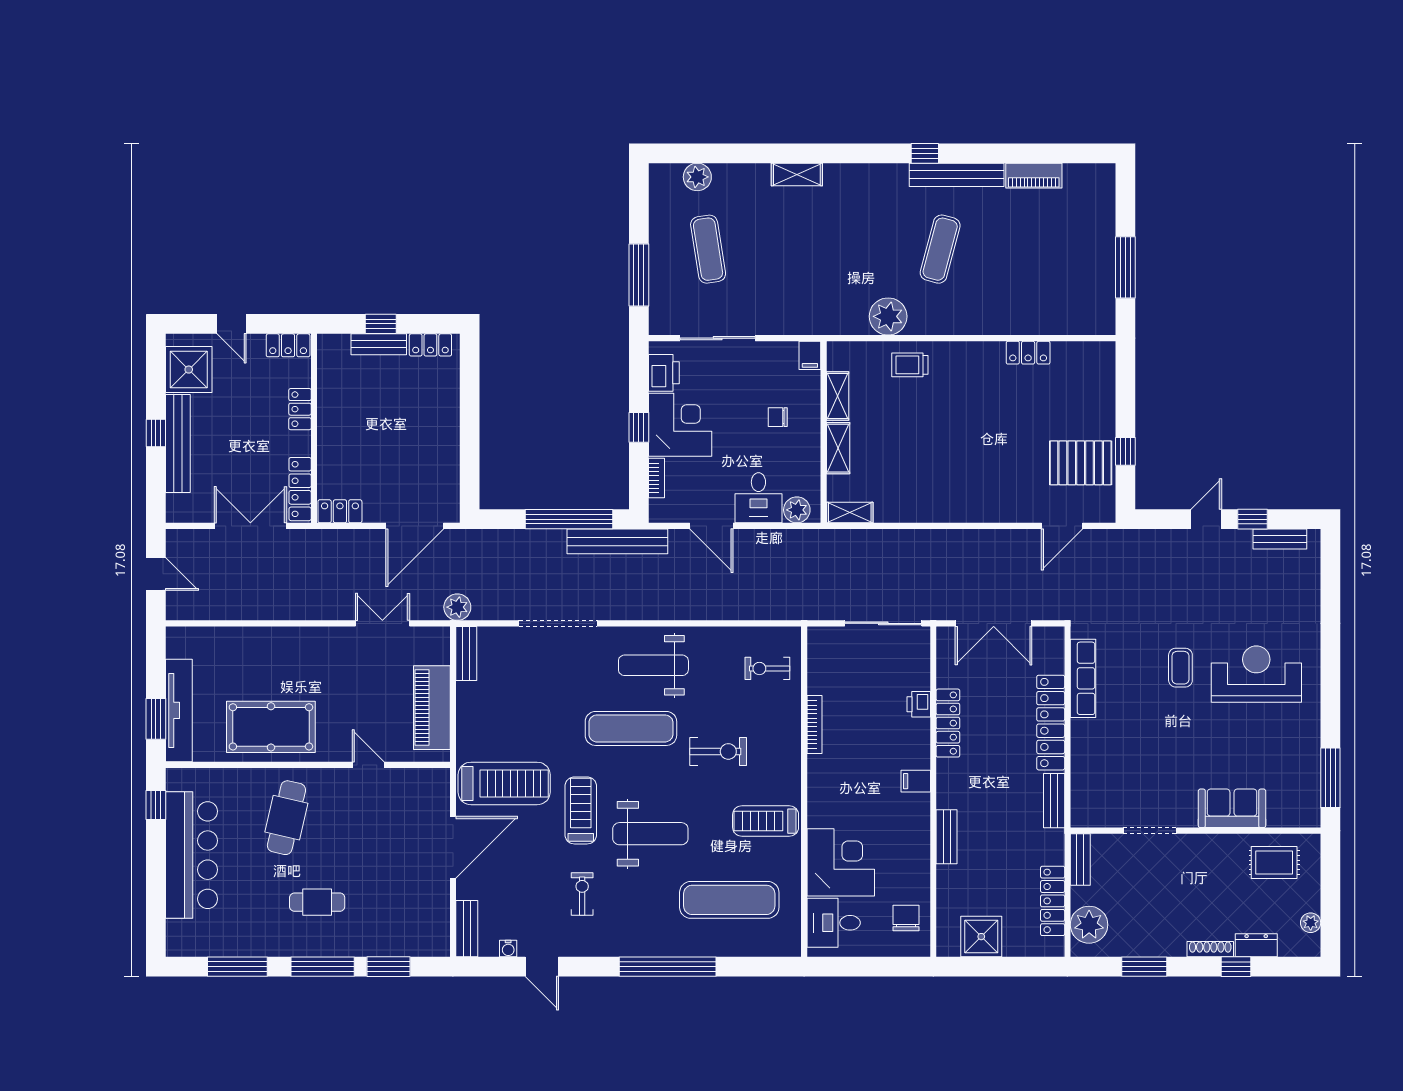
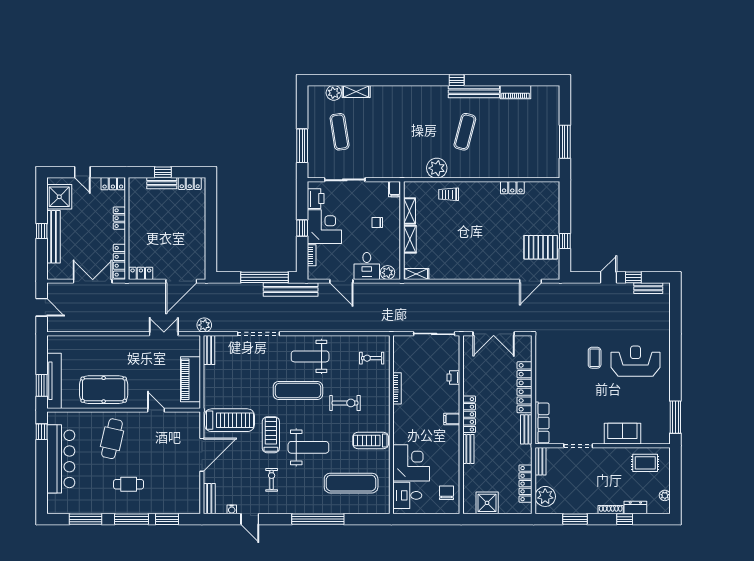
shelving: (797, 175) -> (356, 92), moved
row of seats: (1083, 678) -> (542, 423), moved
locker: (948, 723) -> (469, 414), moved

